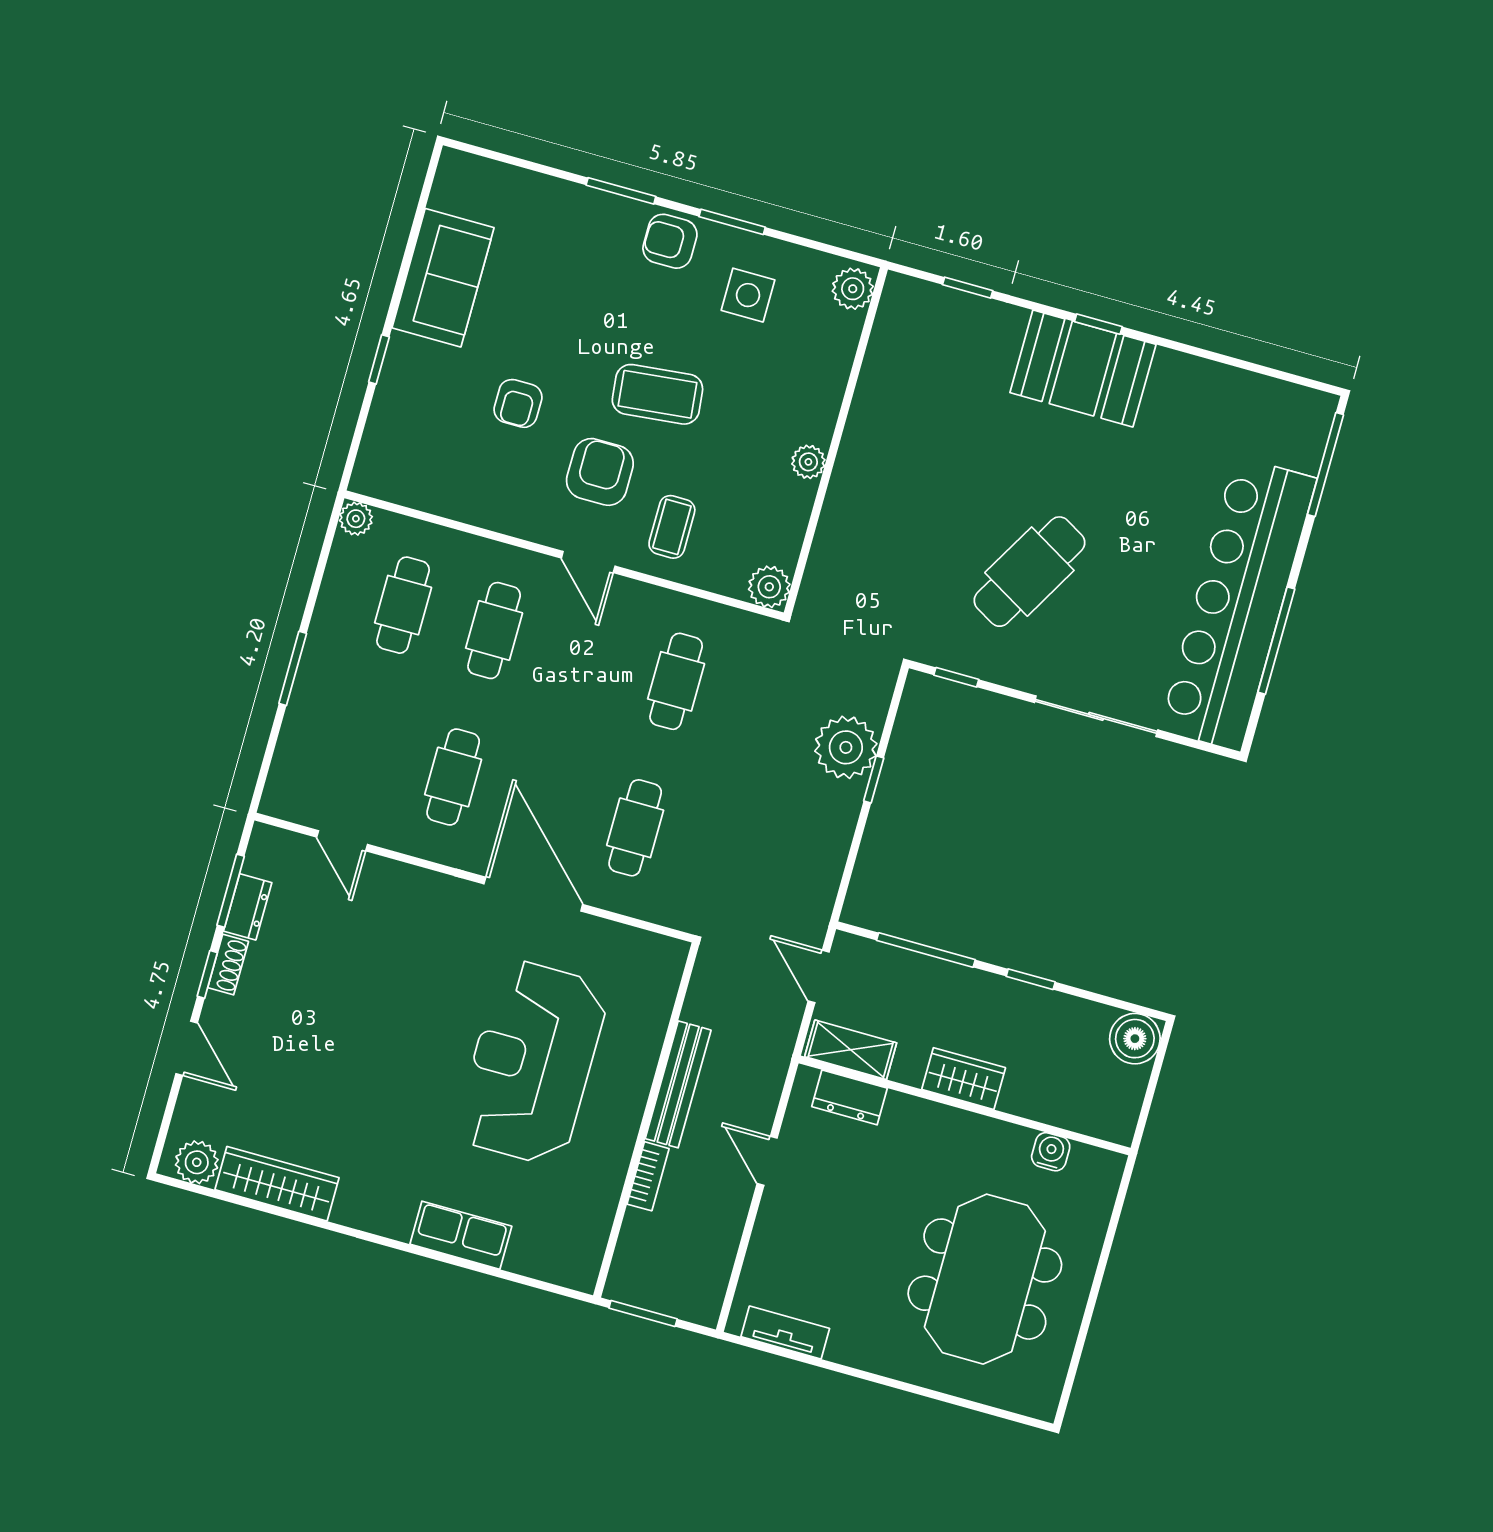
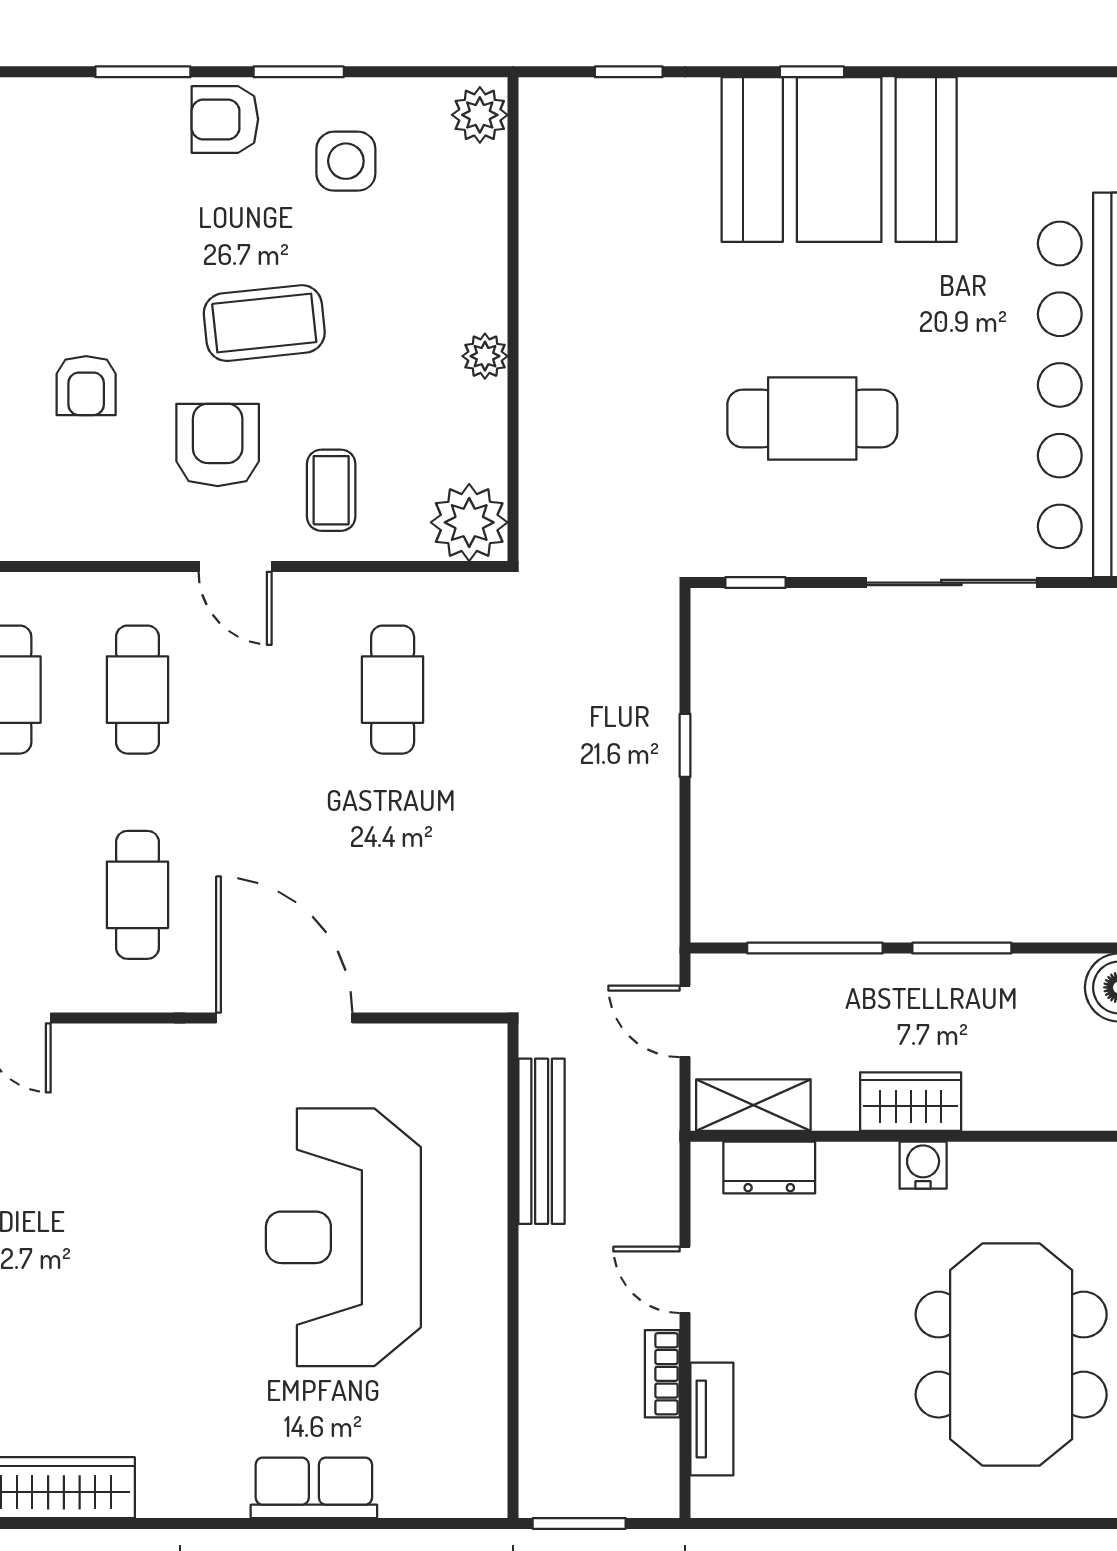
booth: (1083, 368) -> (839, 160), width x1.36, depth x1.42
cafe table: (1029, 572) -> (812, 418), turned 60
plant: (769, 587) -> (469, 522), width x1.36, depth x1.36
plant: (846, 747) -> (637, 714), removed
cafe table: (635, 828) -> (393, 895), removed
window: (1031, 979) -> (962, 948), width x1.50
bench: (678, 1084) -> (542, 1141), moved
water cooler: (1051, 1152) -> (923, 1165), moved
bookcase: (648, 1176) -> (662, 1374), moved, turned 180
tv unit: (785, 1332) -> (712, 1419), moved, turned 90

